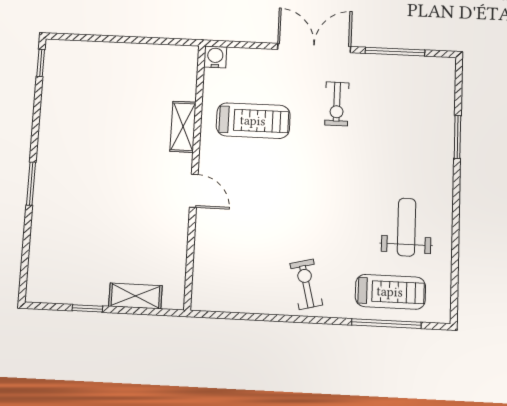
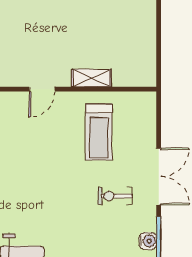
water cooler: (215, 57) -> (148, 241), moved

